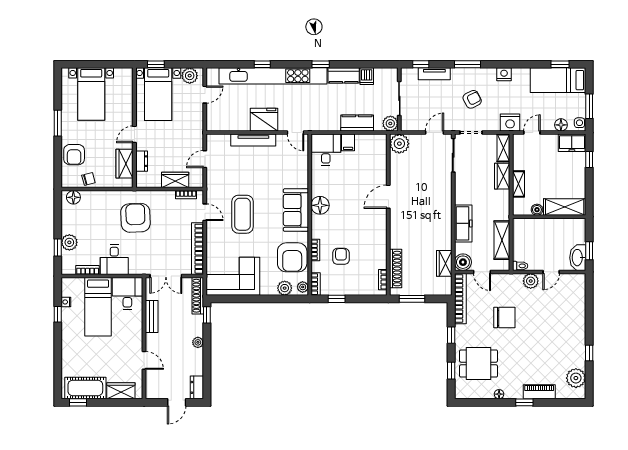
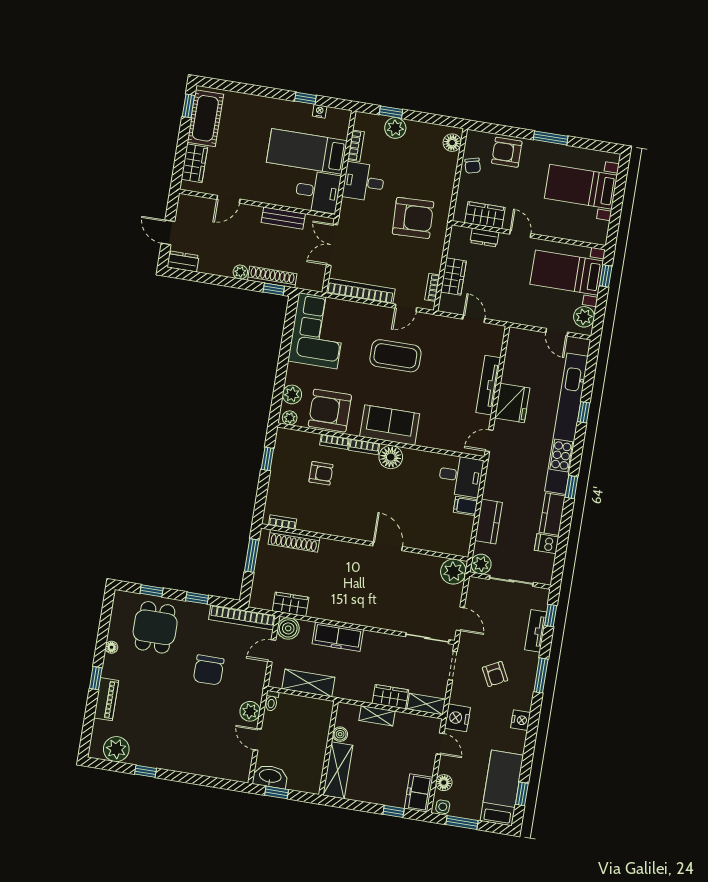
bookcase: (316, 284) -> (364, 447), moved
shoe rack: (198, 296) -> (272, 277), moved

